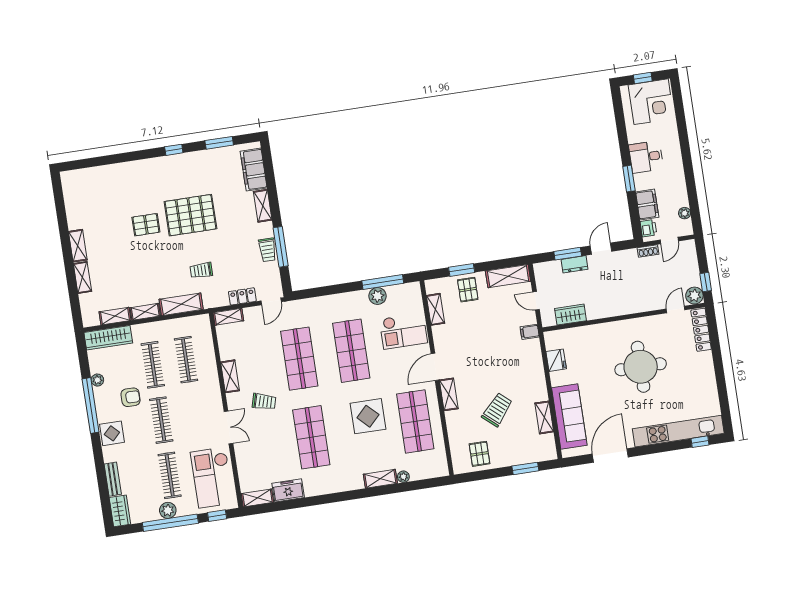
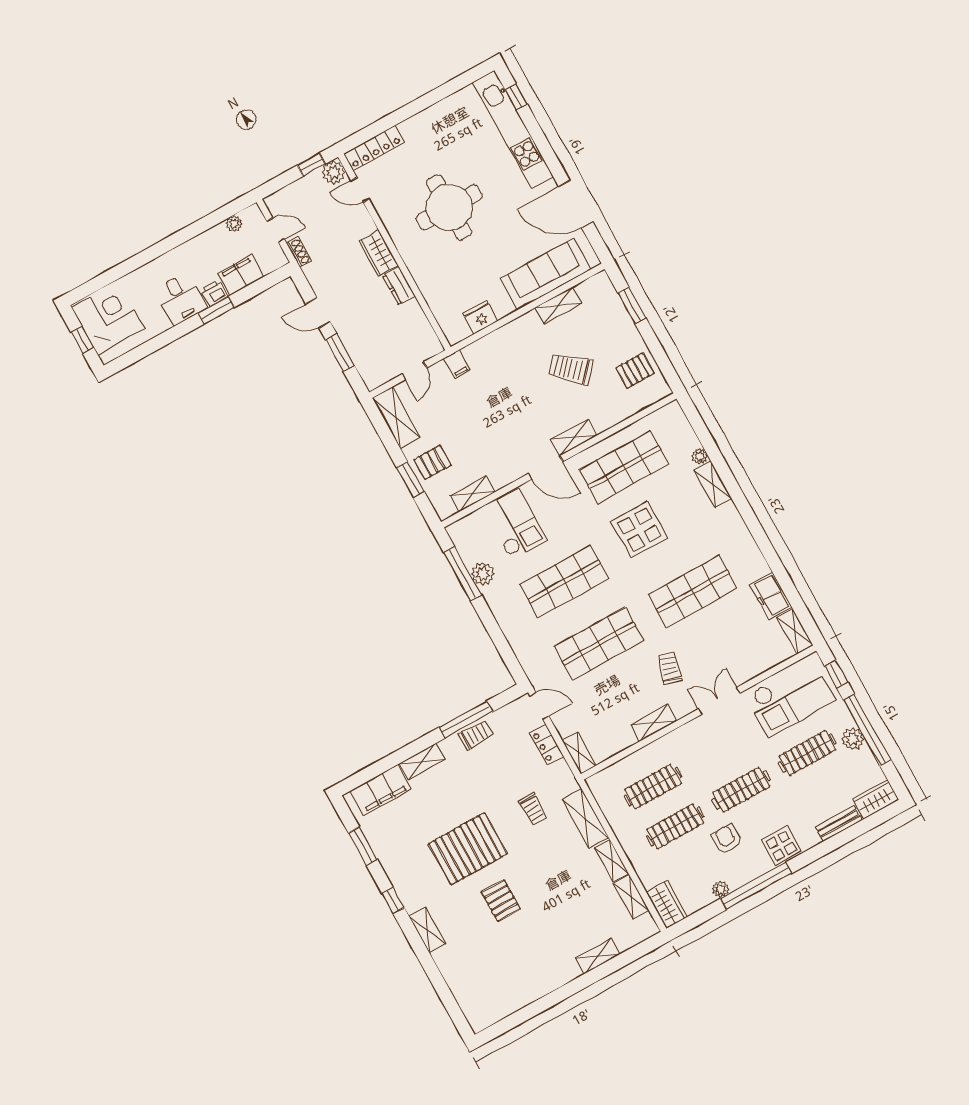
pallet: (190, 215) -> (468, 849), turned 90
printer: (648, 228) -> (214, 293), moved
shelving: (78, 246) -> (427, 930), moved, turned 90
dresser: (575, 264) -> (399, 286), moved, turned 180
wardrobe: (570, 315) -> (379, 253), moved
wardrobe: (108, 338) -> (667, 905), width x0.67

